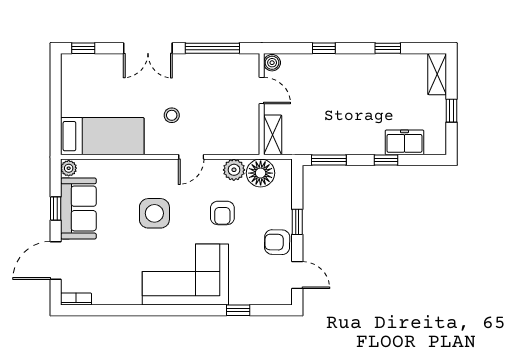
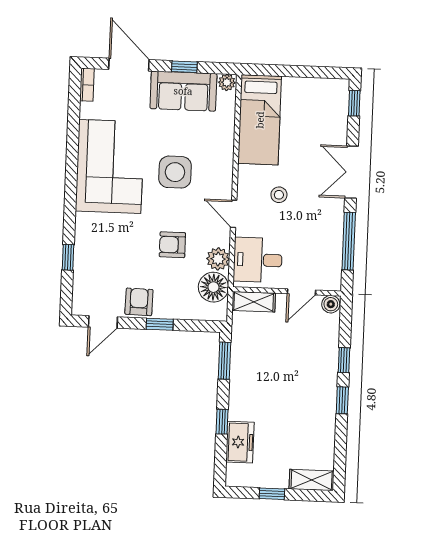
window: (388, 48) -> (342, 400), moved
desk: (233, 133) -> (258, 260), added
corner sofa: (185, 274) -> (110, 166), moved

